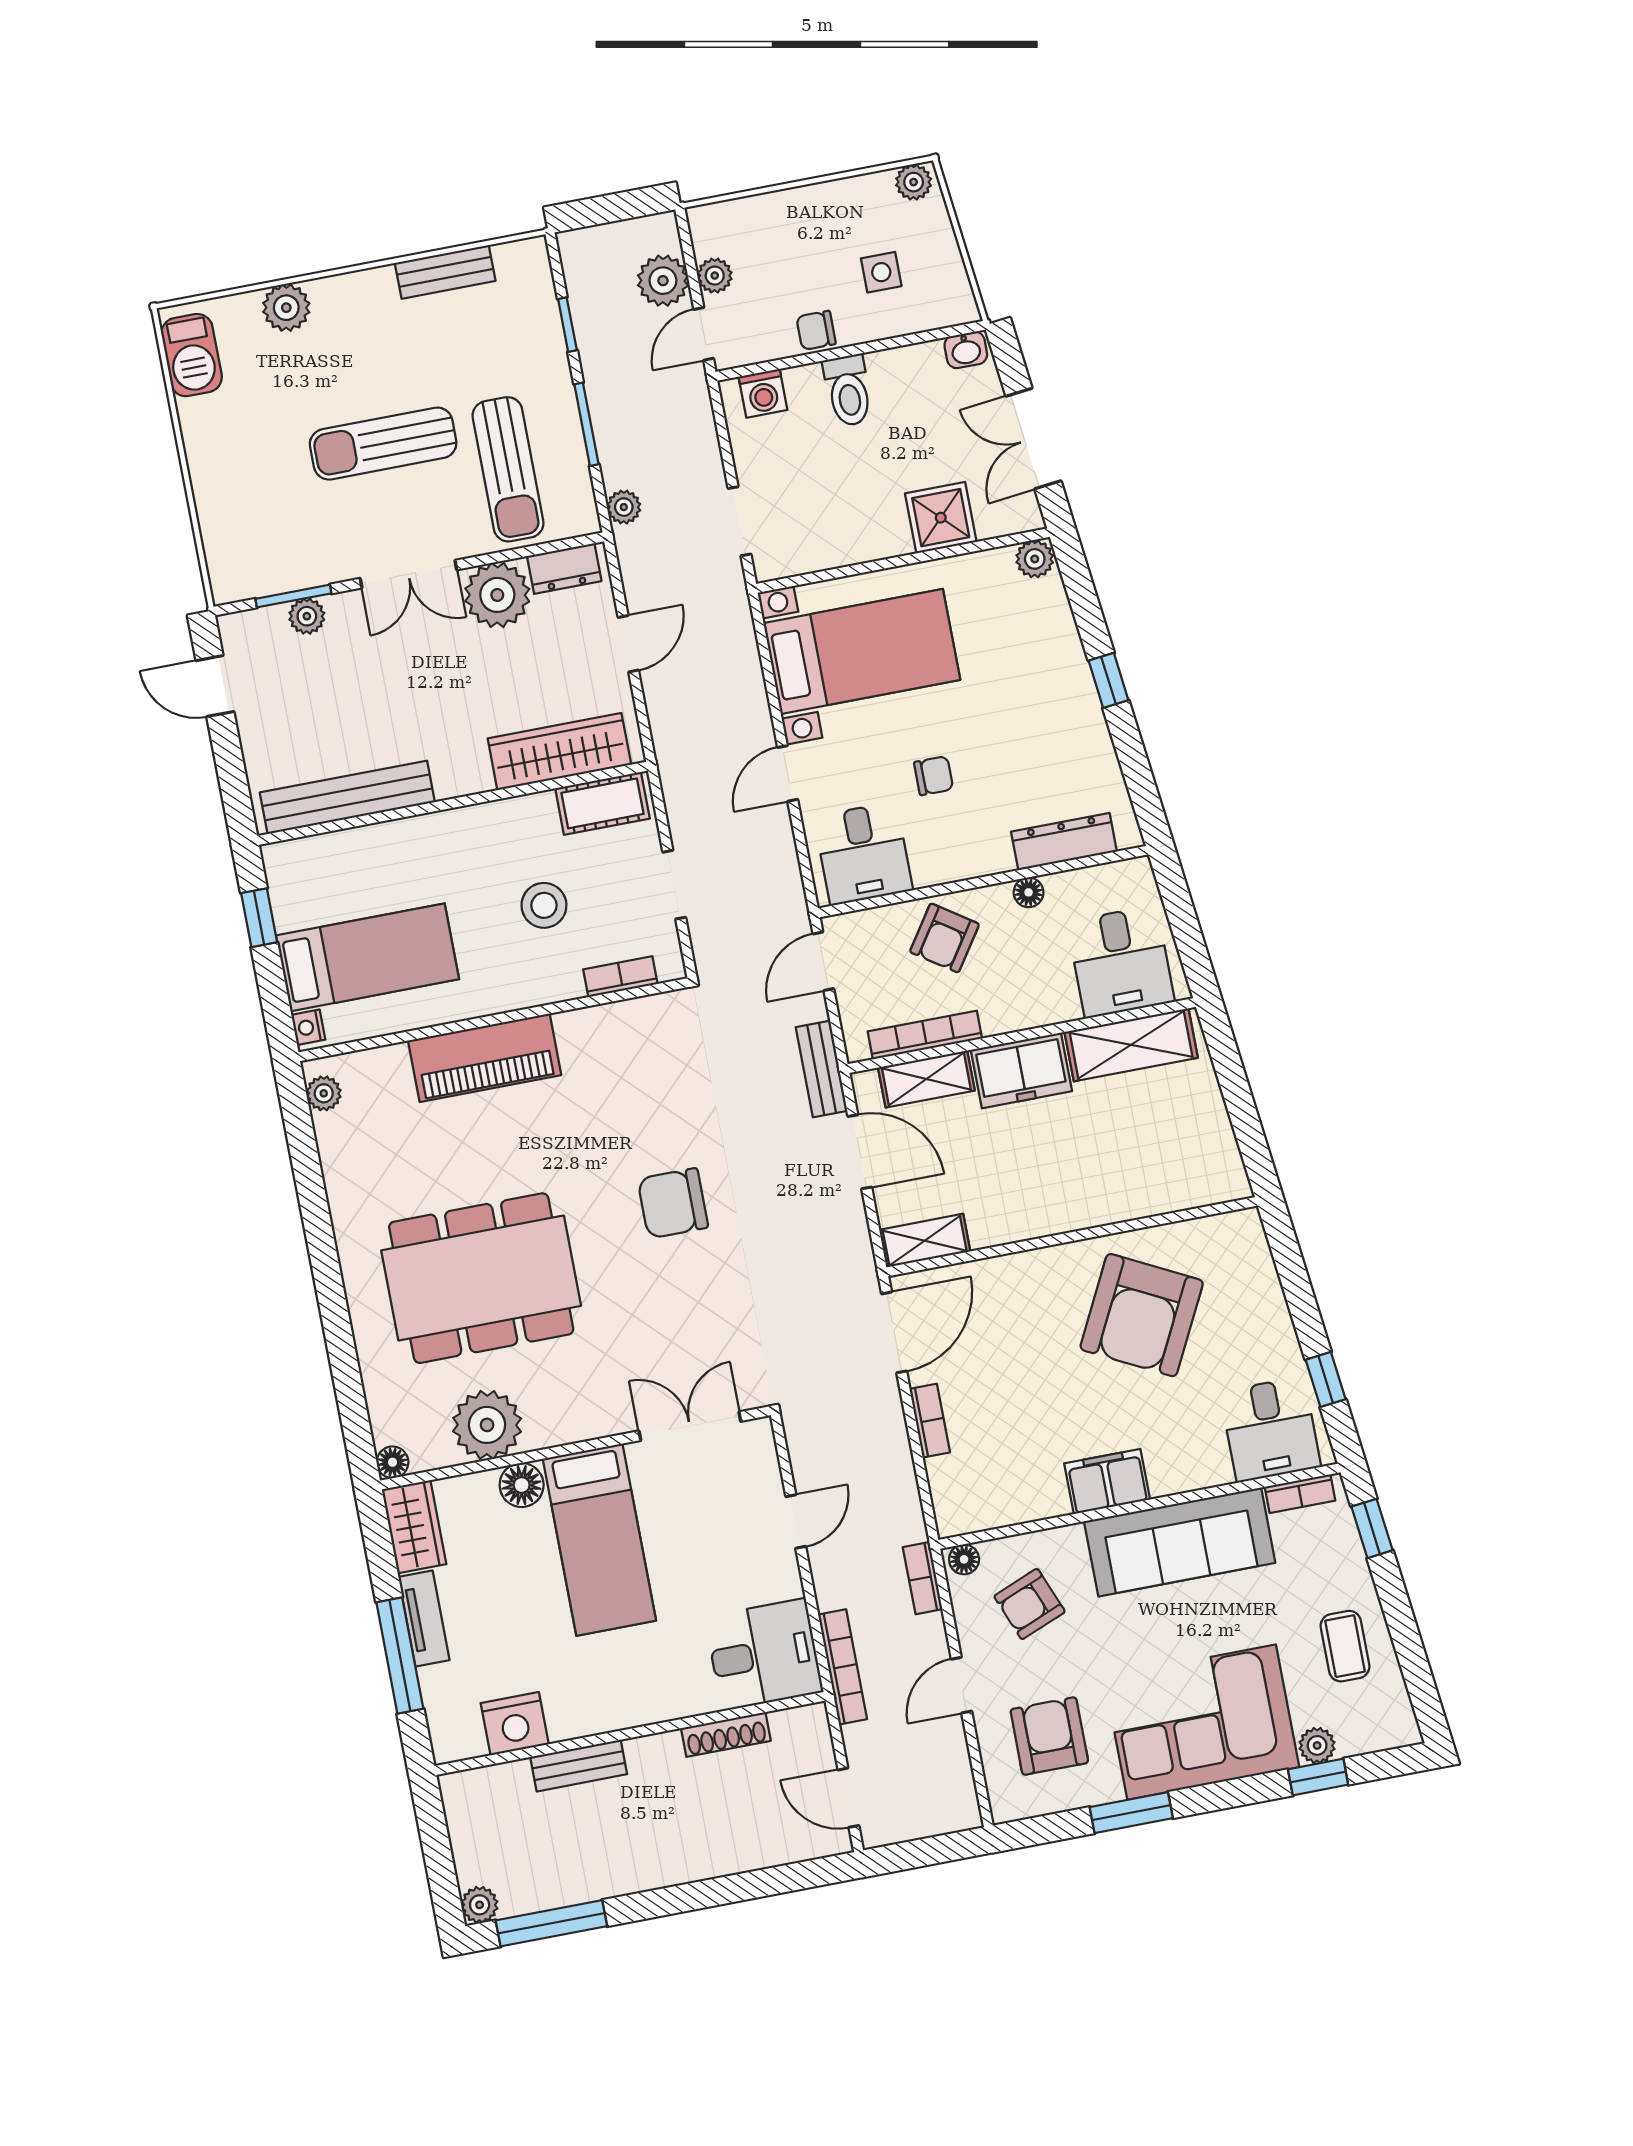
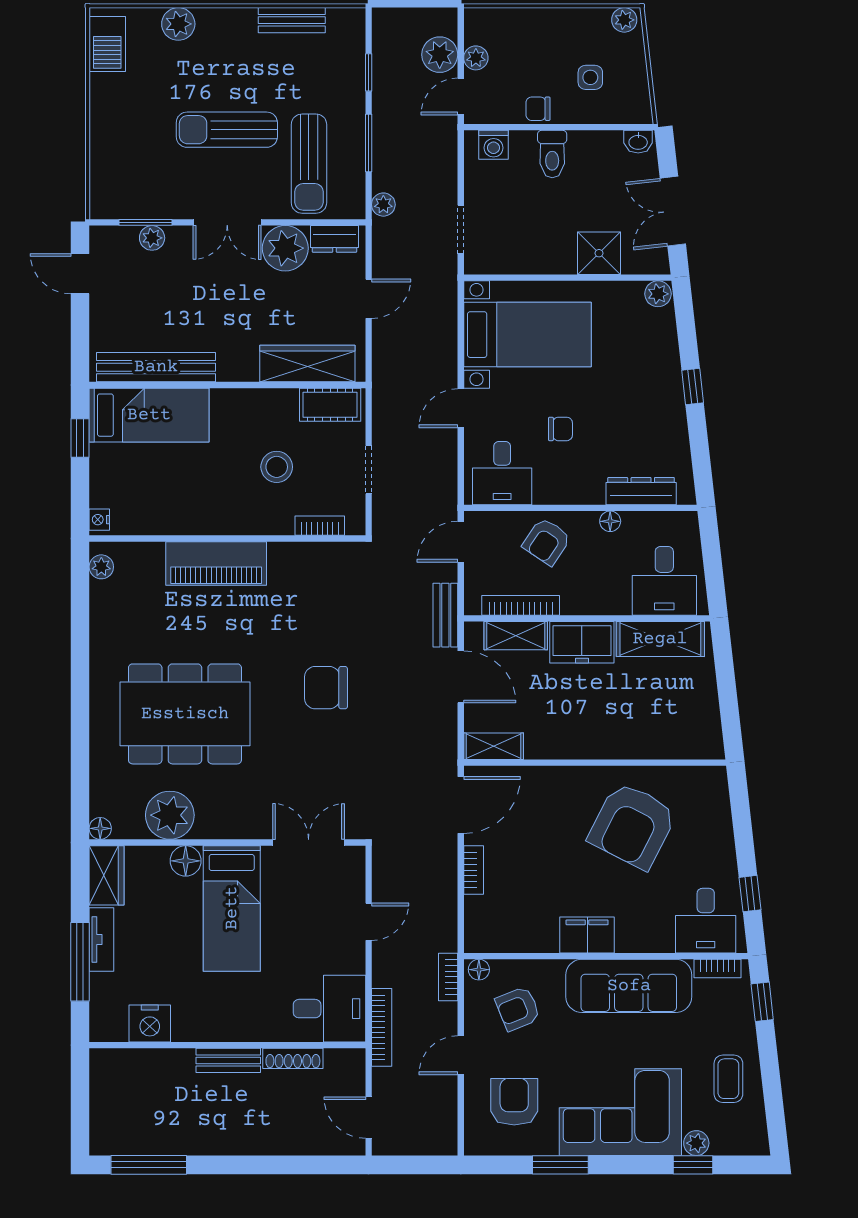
bed: (368, 957) -> (149, 415), moved
bench: (579, 1766) -> (228, 1060), moved
plant: (480, 1905) -> (102, 1143), removed

